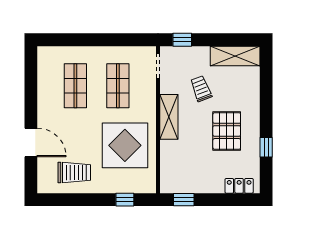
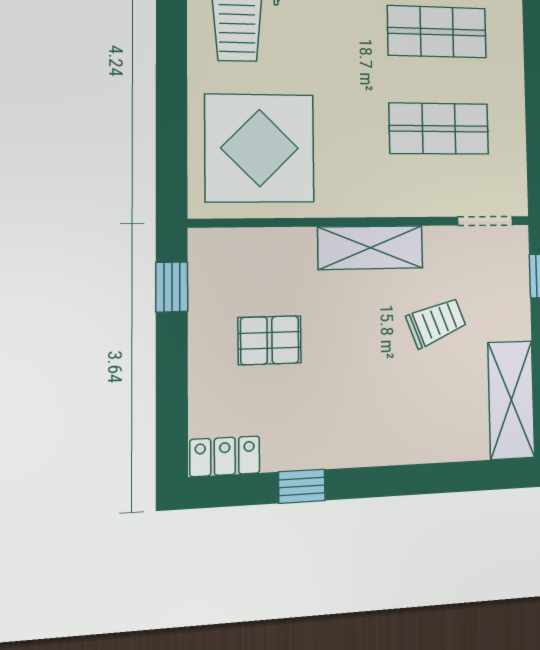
pallet: (227, 131) -> (270, 340), moved, width x0.67, depth x0.71
display table: (125, 145) -> (260, 148), moved
locker: (239, 186) -> (225, 456), moved, turned -90
window: (125, 200) -> (172, 143), removed

